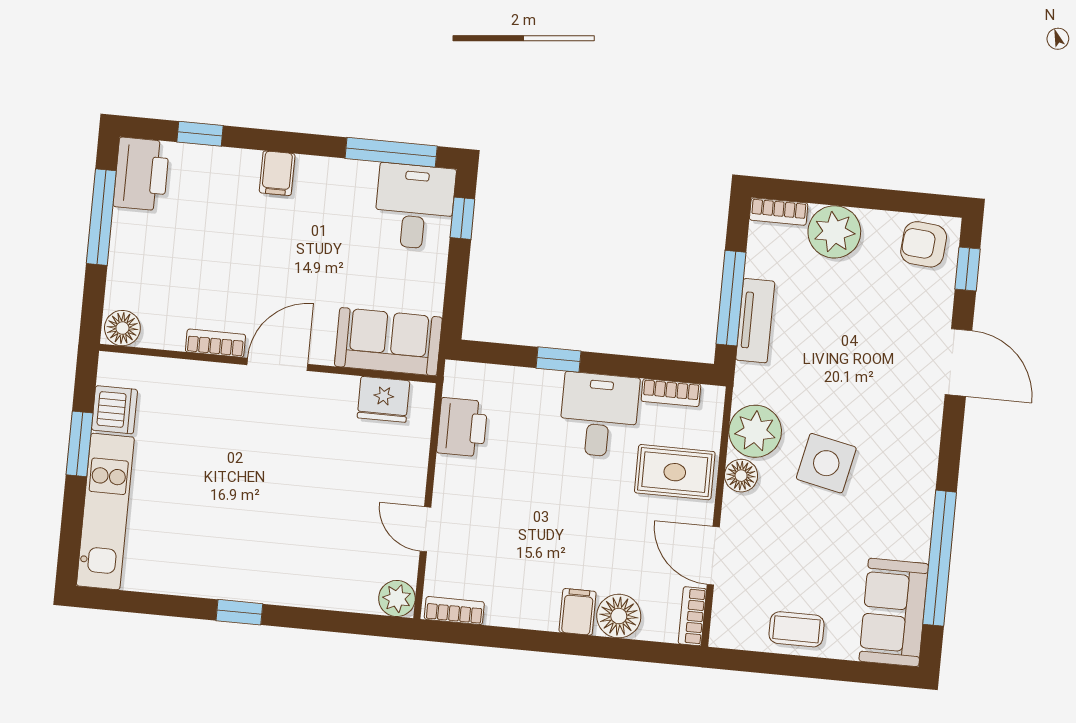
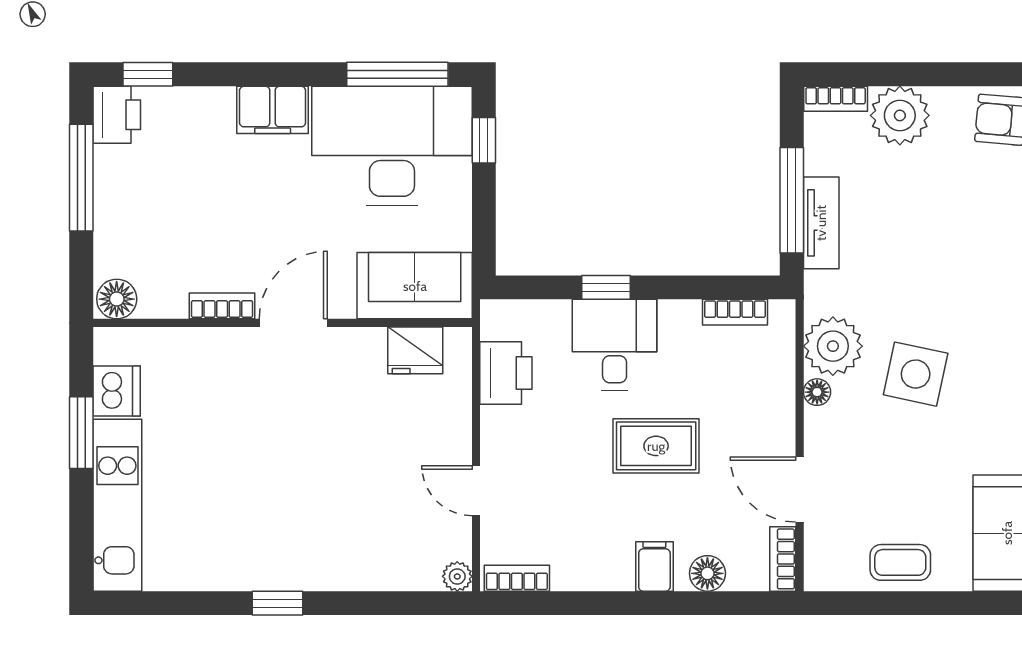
window: (200, 134) -> (148, 74), moved
filing cabinet: (277, 173) -> (273, 110), width x2.00
printer: (141, 174) -> (117, 115), width x0.73, depth x0.84
desk: (415, 207) -> (392, 146), width x1.87, depth x1.30
desk: (599, 415) -> (615, 345), moved
rug: (675, 472) -> (656, 446), moved
floor lamp: (741, 476) -> (817, 392), width x0.73, depth x0.73
plant: (397, 598) -> (457, 576), width x0.73, depth x0.73
floor lamp: (619, 616) -> (707, 573), width x0.73, depth x0.73

